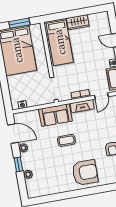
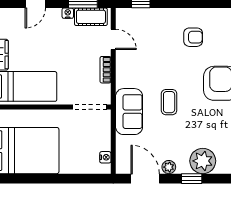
fireplace: (82, 106) -> (123, 70), removed
door: (13, 134) -> (145, 179), hinge flipped
plant: (28, 174) -> (203, 161), width x1.88, depth x1.88

